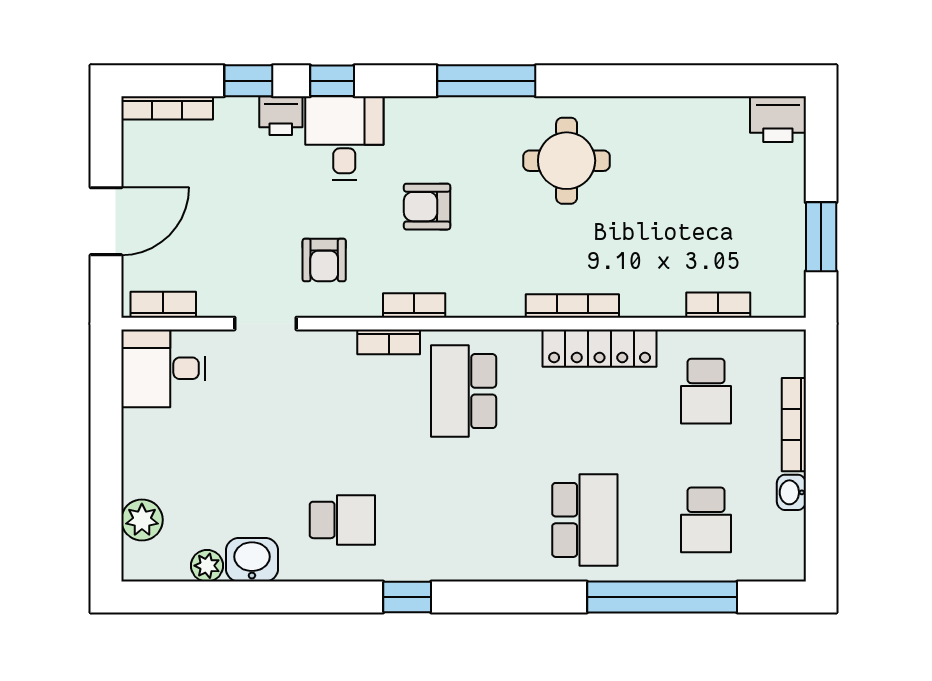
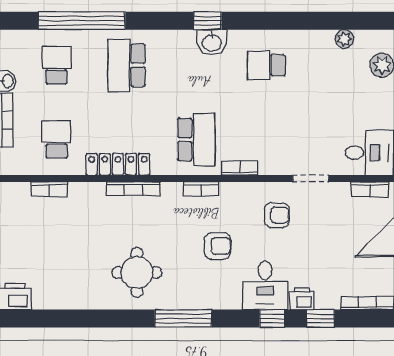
armchair: (324, 260) -> (277, 215), turned 90
bookcase: (414, 305) -> (201, 189), moved
washbasin: (252, 560) -> (212, 42), moved
window: (407, 597) -> (208, 21), moved

